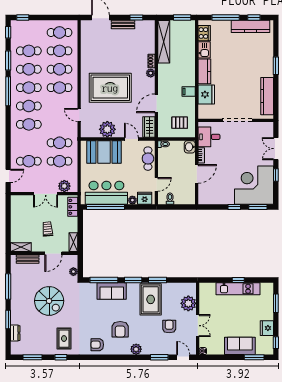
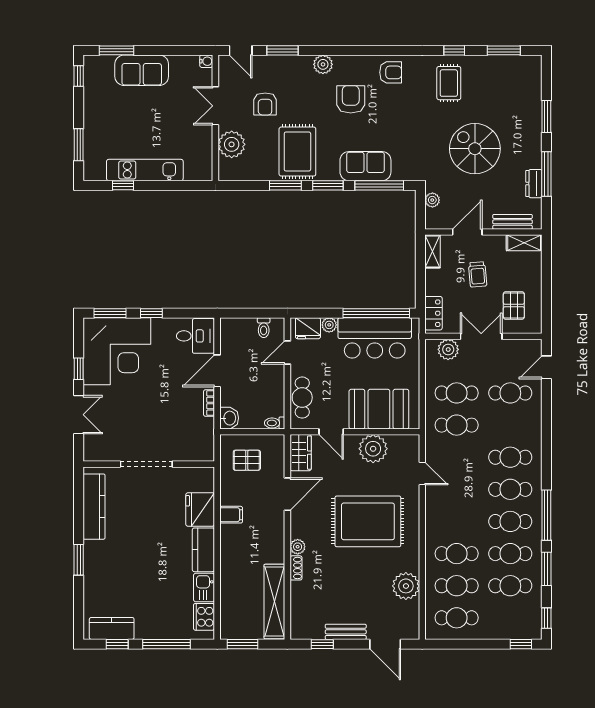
kitchen counter: (251, 26) -> (112, 628), width x0.67
plant: (89, 51) -> (406, 586), added
cafe table: (60, 88) -> (457, 521), removed
desk: (209, 137) -> (196, 336), moved
pallet: (27, 211) -> (514, 305), added
window: (238, 280) -> (123, 185), moved
fridge: (267, 328) -> (94, 101), removed
dresser: (15, 333) -> (534, 184), moved

